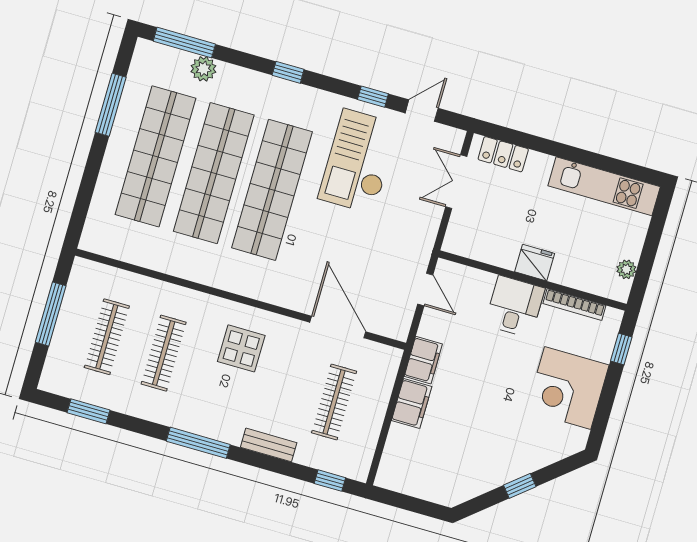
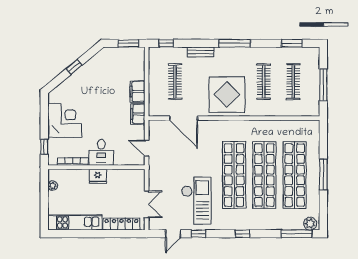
plant: (203, 69) -> (310, 224), moved
window: (111, 105) -> (323, 175), moved
locker: (503, 154) -> (121, 224), width x1.53
display table: (241, 348) -> (227, 95), width x1.86, depth x1.86
window: (403, 501) -> (128, 43), added

